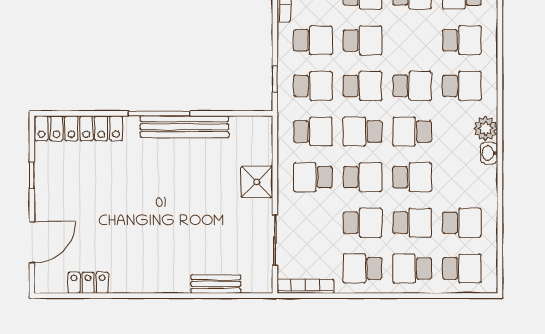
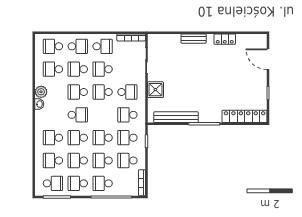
bench: (184, 127) -> (176, 117), moved
plant: (486, 129) -> (41, 92), moved
school desk: (363, 131) -> (78, 161), moved, turned 180
door: (32, 242) -> (268, 59), hinge flipped
locker: (88, 283) -> (225, 39), moved
bench: (216, 284) -> (194, 39), moved

